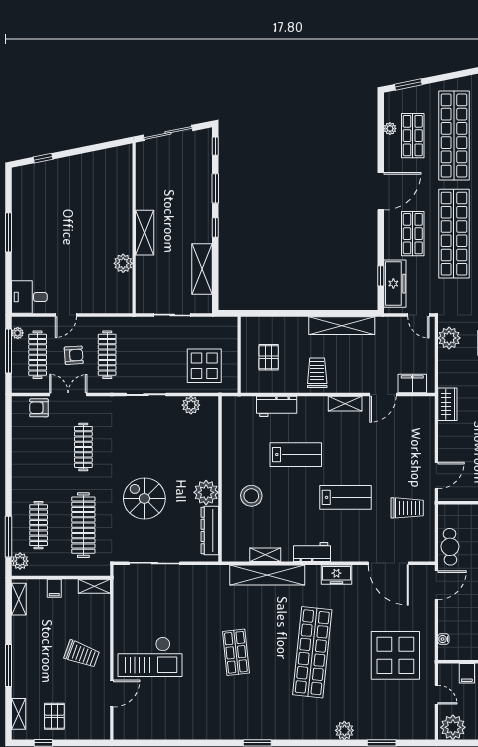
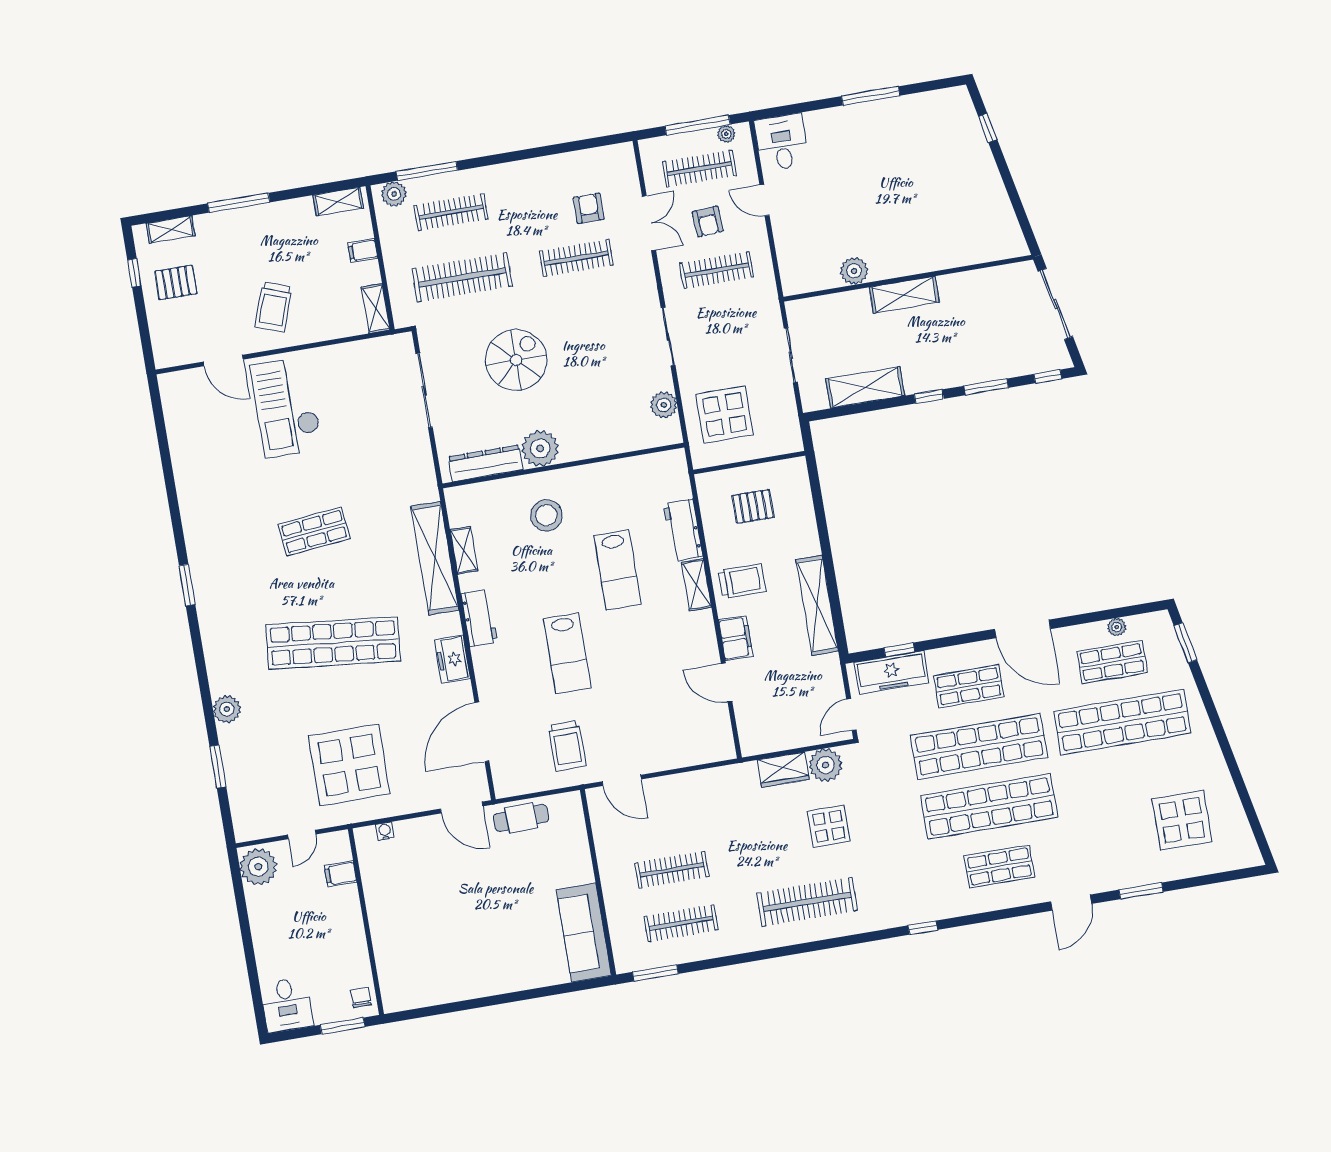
filing cabinet: (412, 384) -> (736, 638), moved
shelving: (345, 404) -> (696, 585), moved
wardrobe: (447, 404) -> (783, 770), moved
armchair: (39, 408) -> (589, 208), moved

